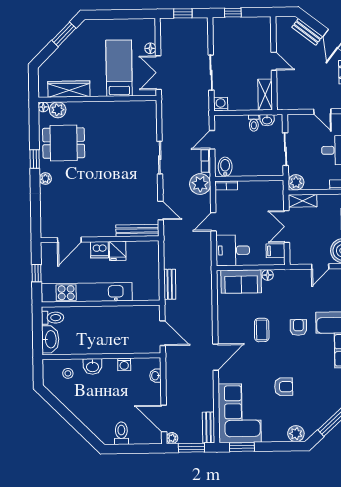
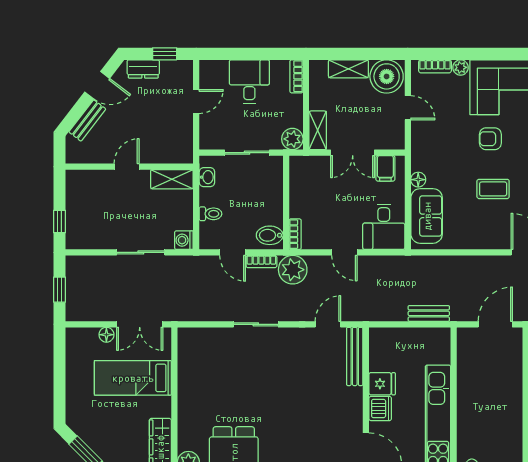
toilet: (254, 123) -> (211, 214), moved

